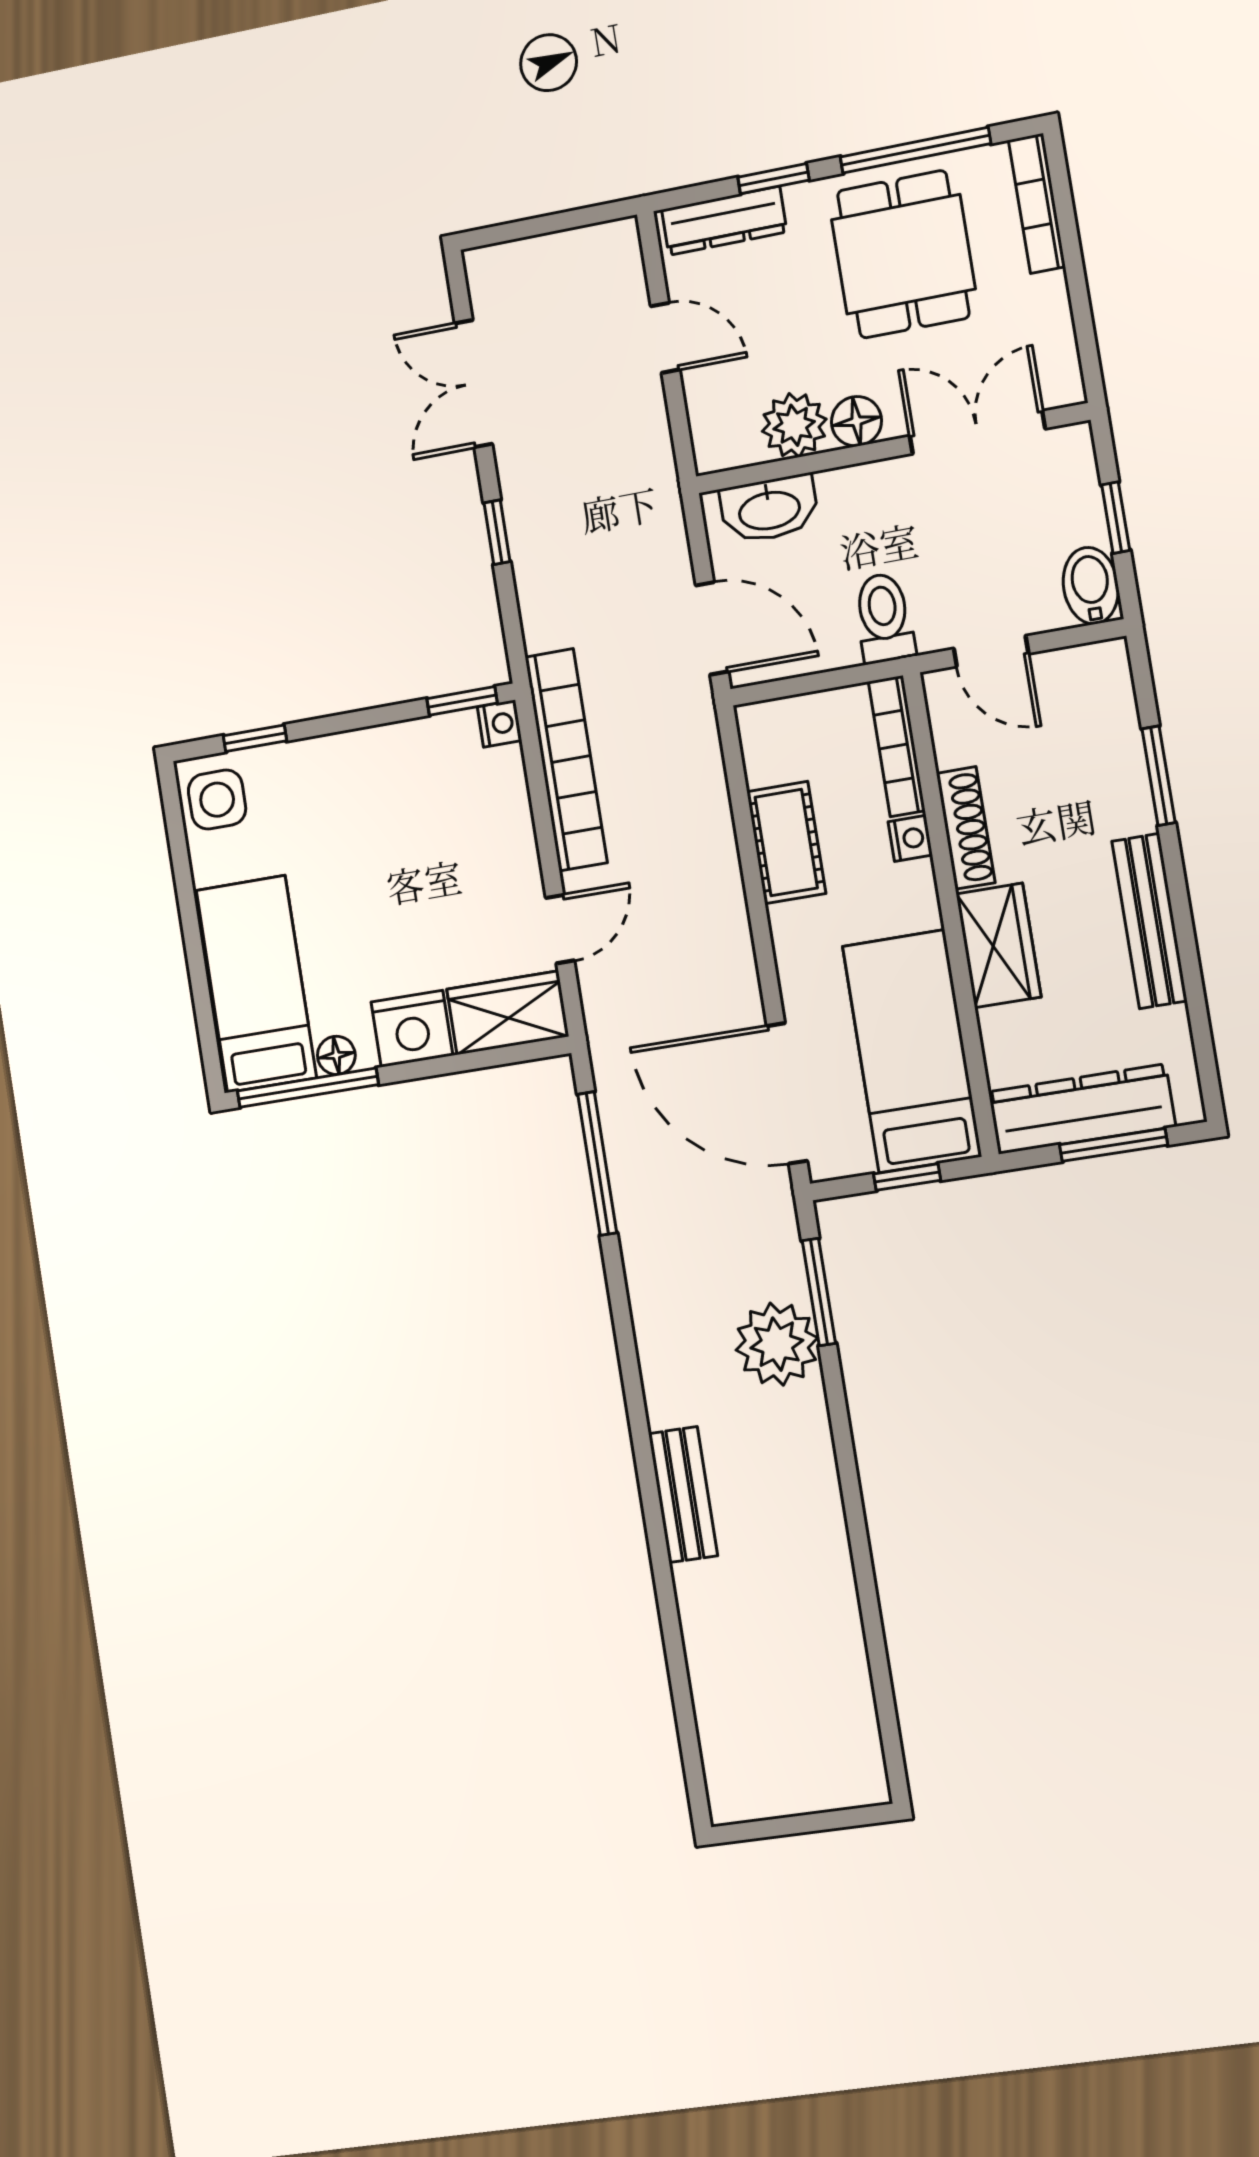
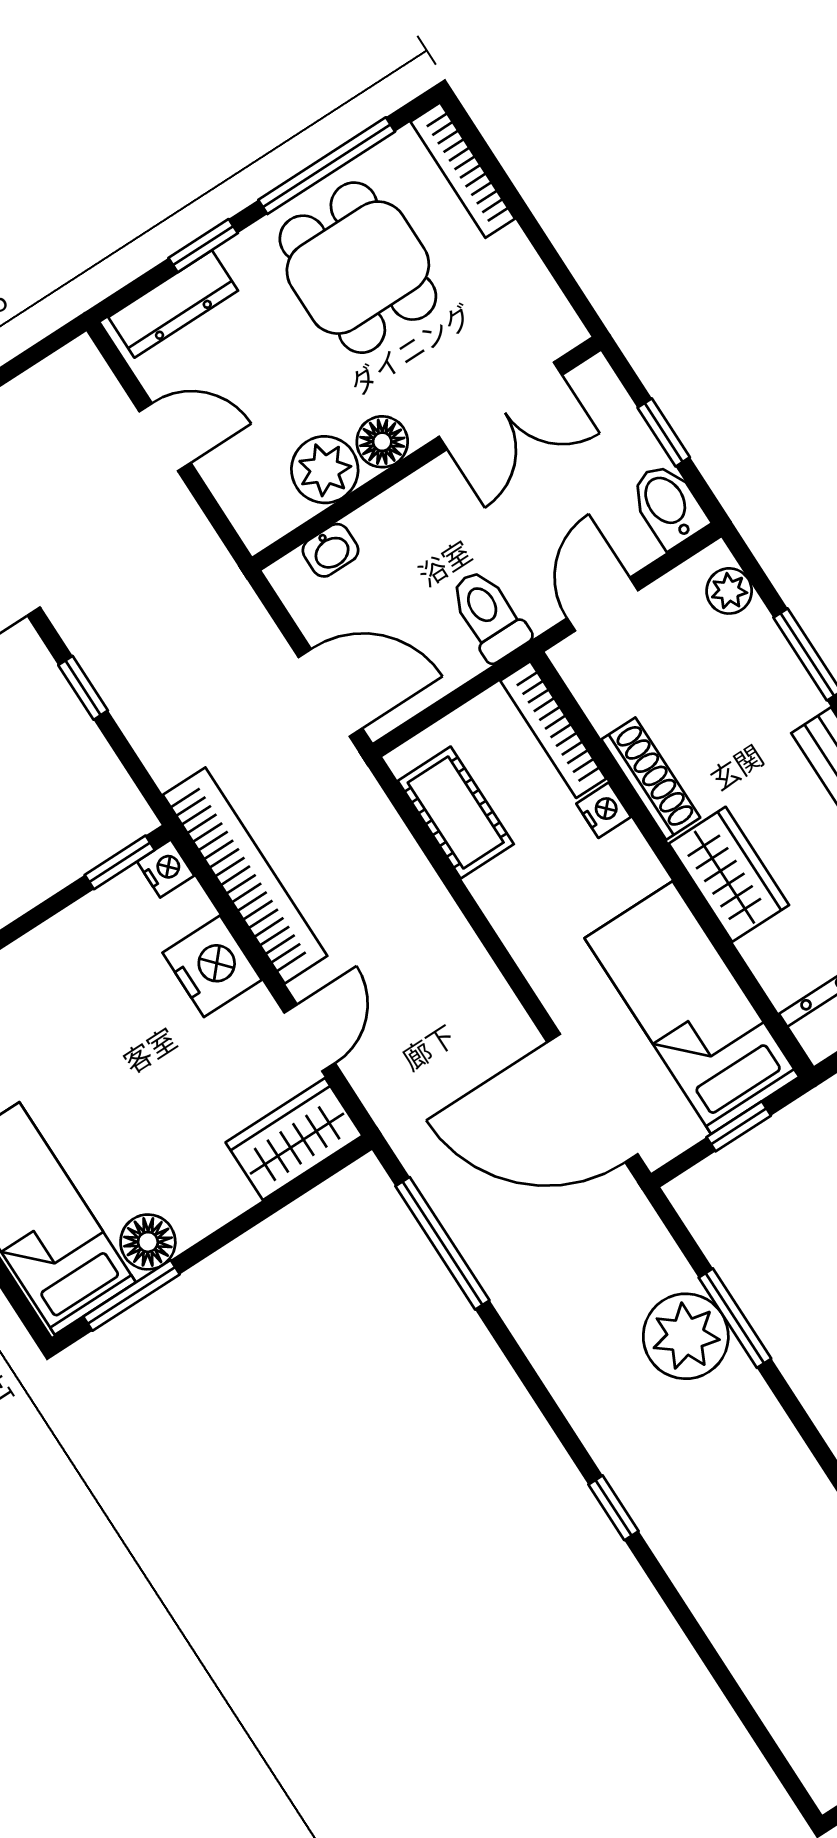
double door: (977, 432) -> (500, 406), swing flipped
washbasin: (769, 509) -> (330, 550), width x0.52, depth x0.69
door: (991, 651) -> (602, 604), swing flipped
plant: (1112, 688) -> (729, 591), added
cot: (786, 843) -> (456, 813), moved
nightstand: (412, 1029) -> (212, 966), moved, turned -90
floor lamp: (336, 1055) -> (148, 1242), width x1.37, depth x1.37
window: (308, 1088) -> (132, 1295), width x0.69
window: (819, 1292) -> (735, 1318), moved
window: (645, 1467) -> (614, 1508), added
bench: (683, 1495) -> (660, 1517), removed

